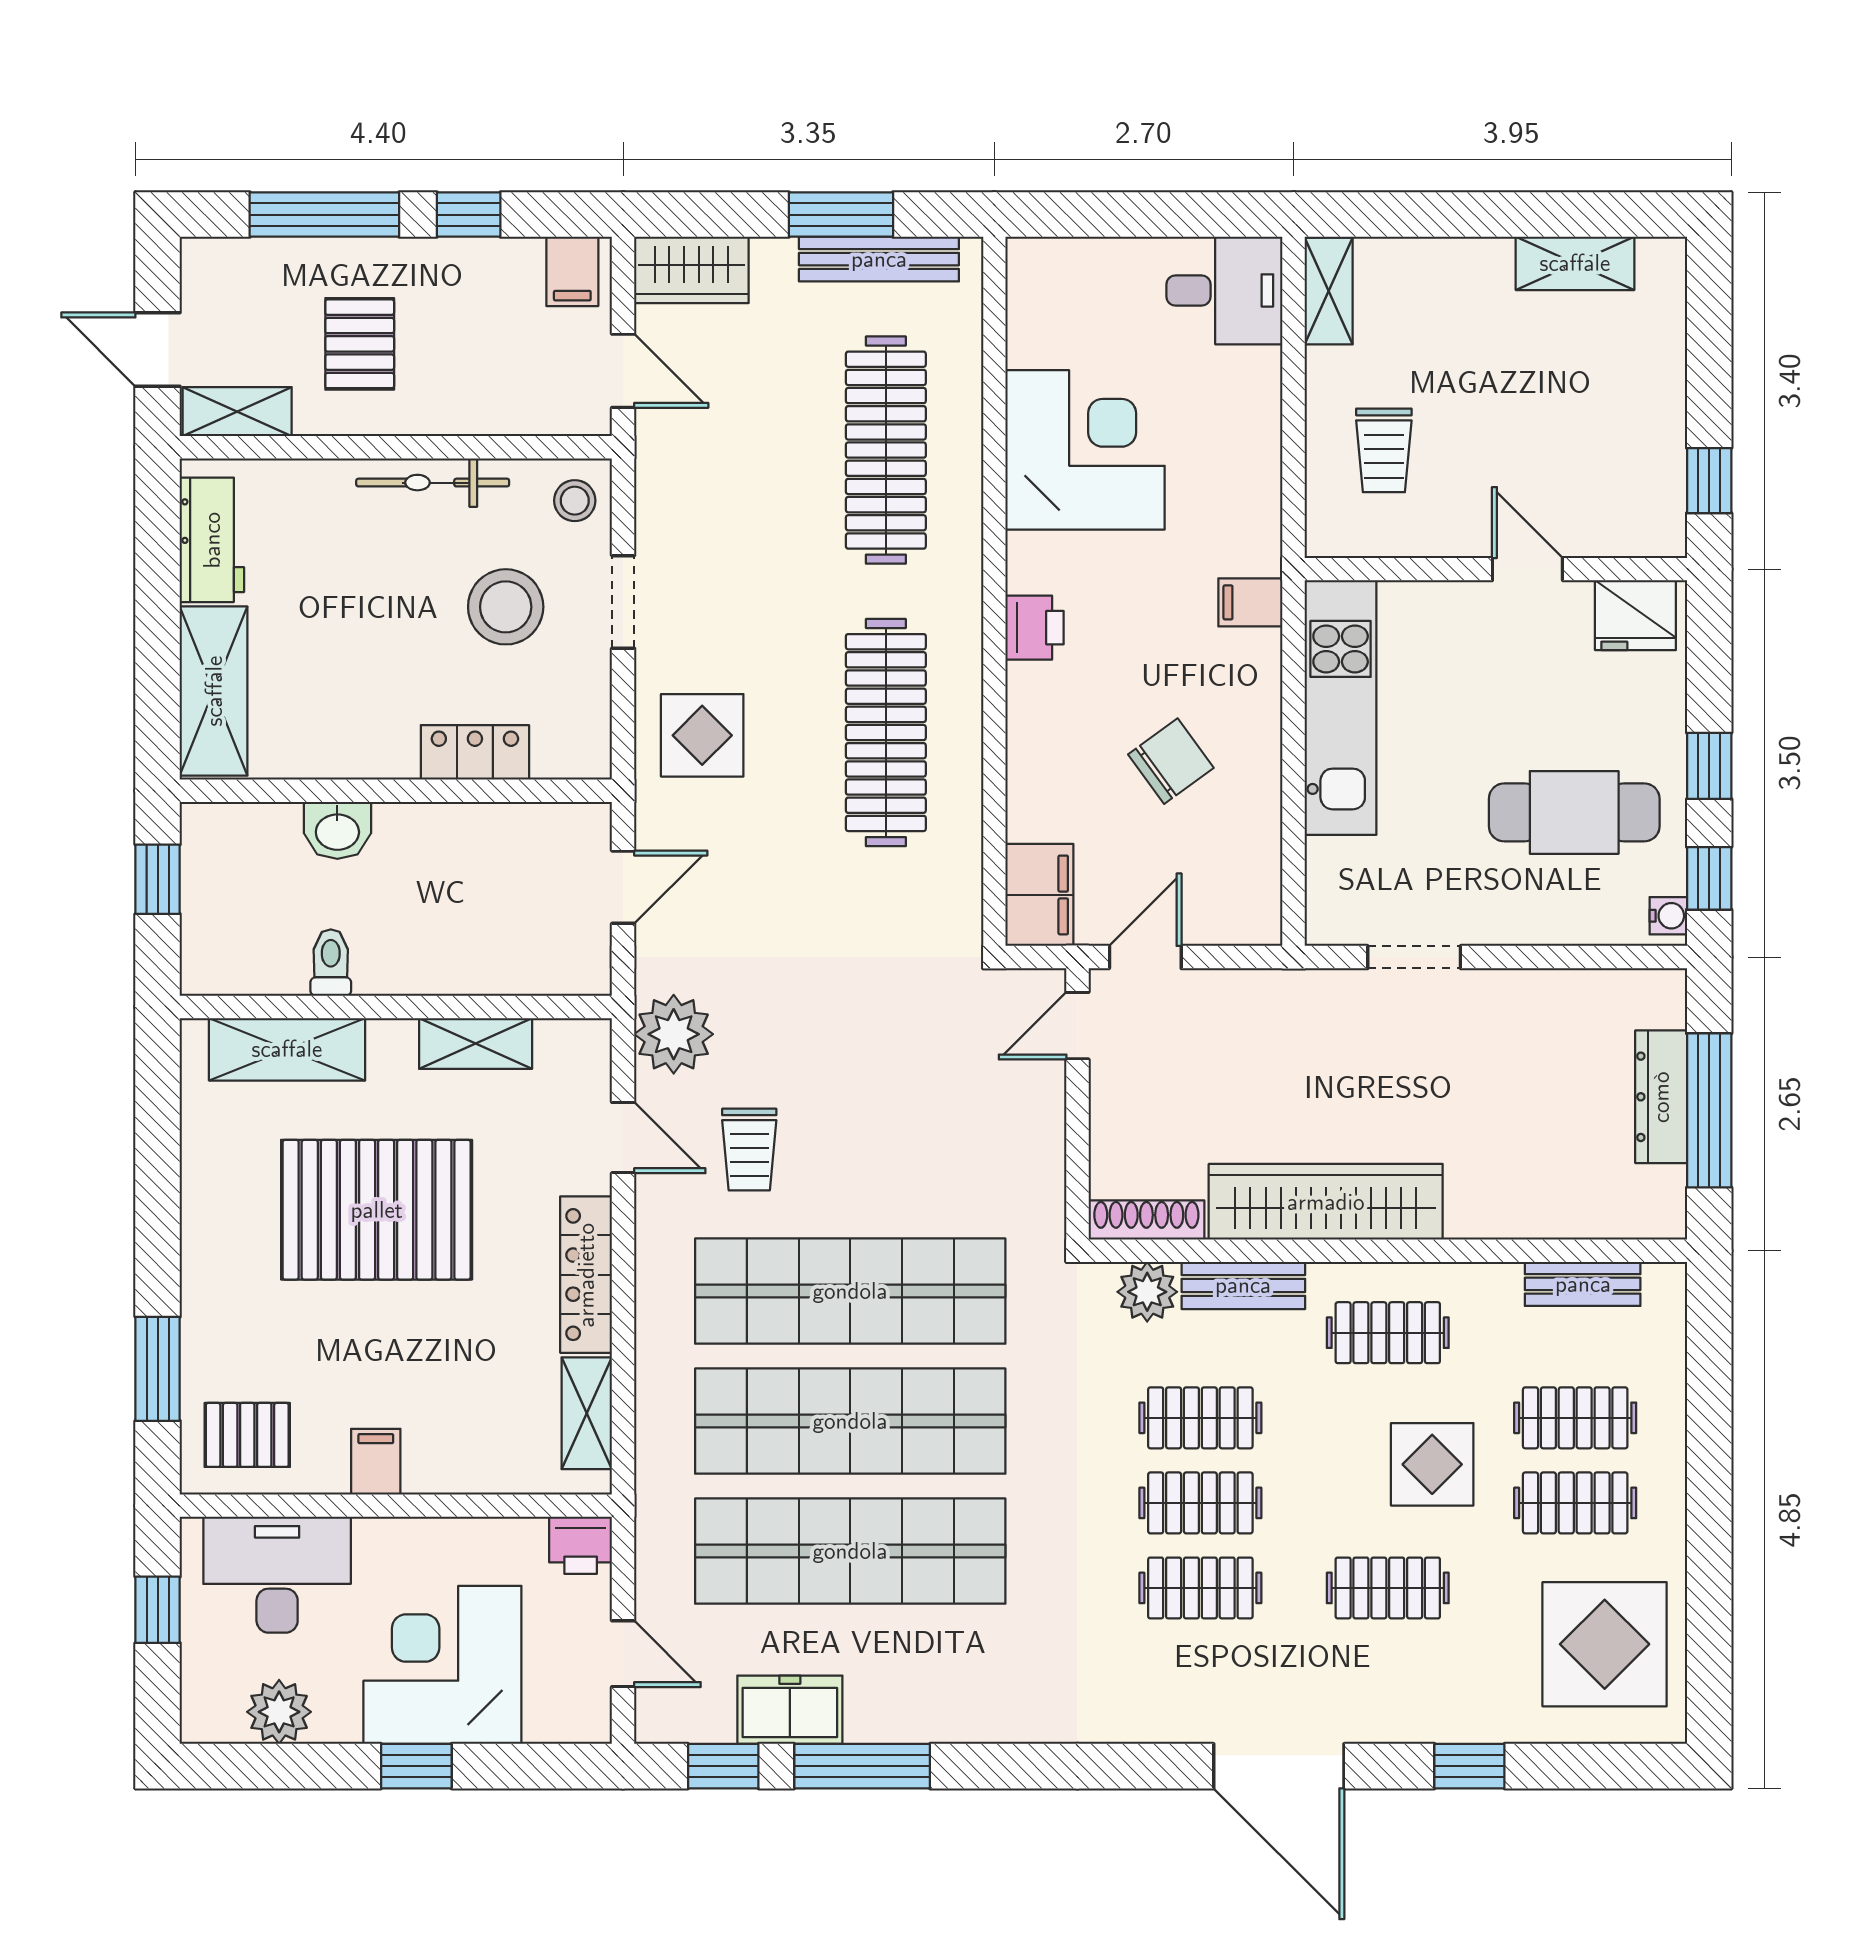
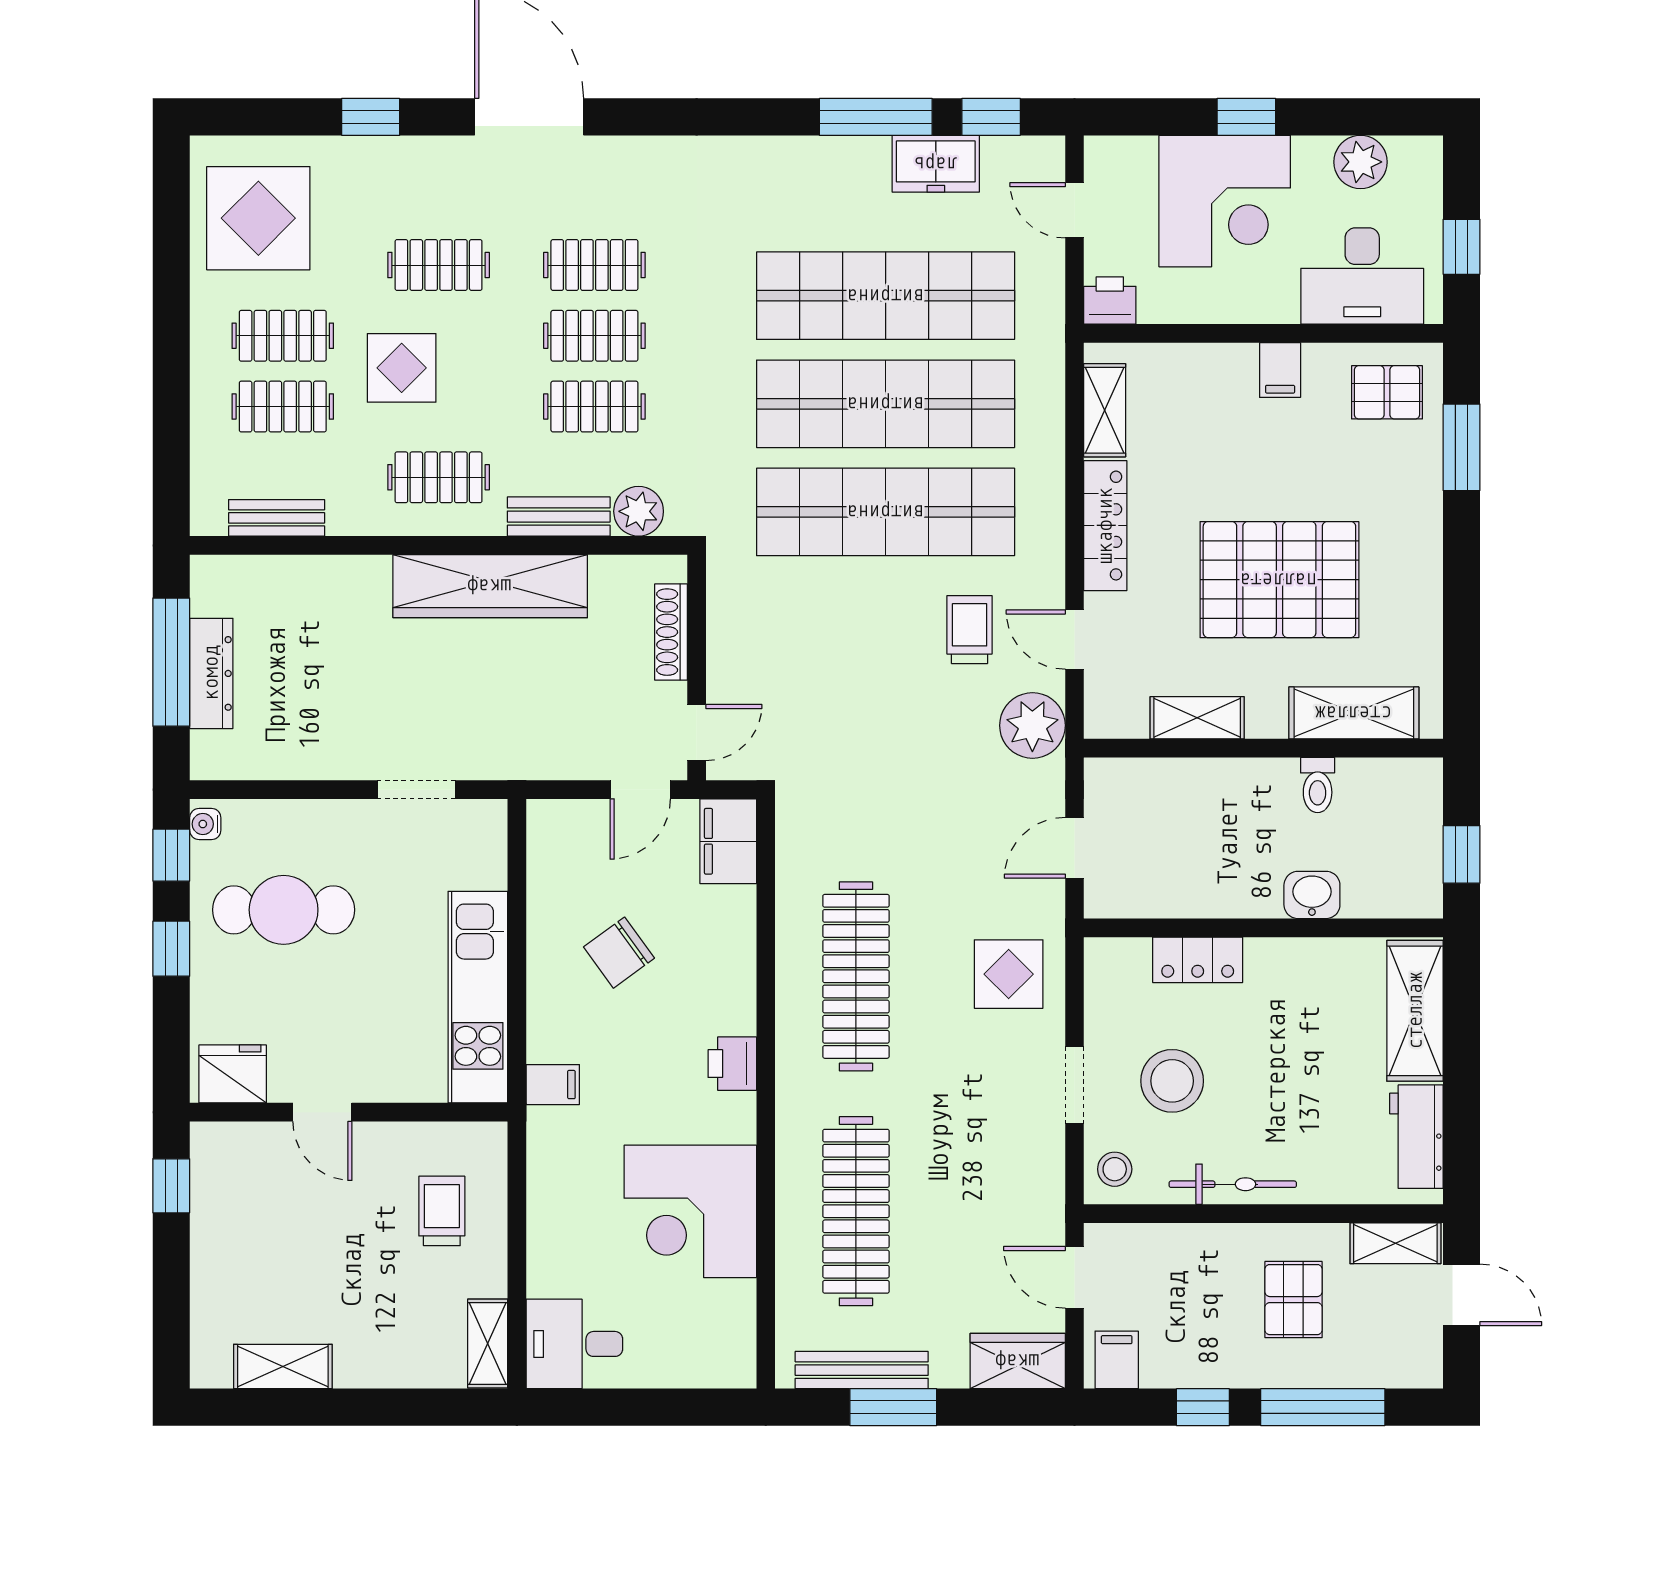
shoe rack: (1146, 1220) -> (671, 632), moved, turned 90

